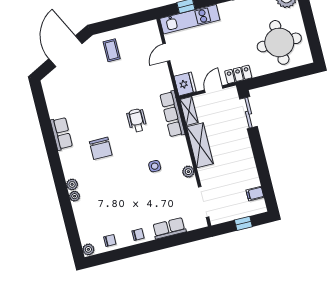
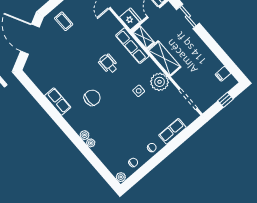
chair: (101, 148) -> (92, 98), turned -90
plant: (188, 172) -> (160, 82), width x1.88, depth x1.88

